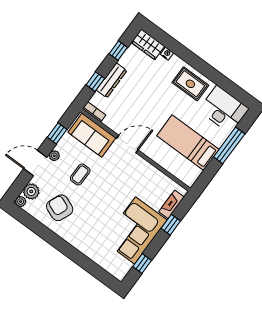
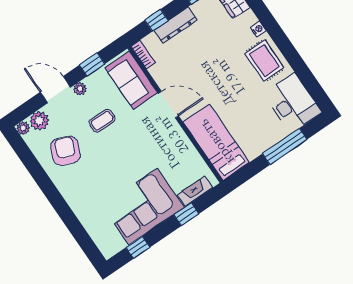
nightstand: (167, 54) -> (258, 29), moved
bed: (188, 143) -> (216, 142), moved

